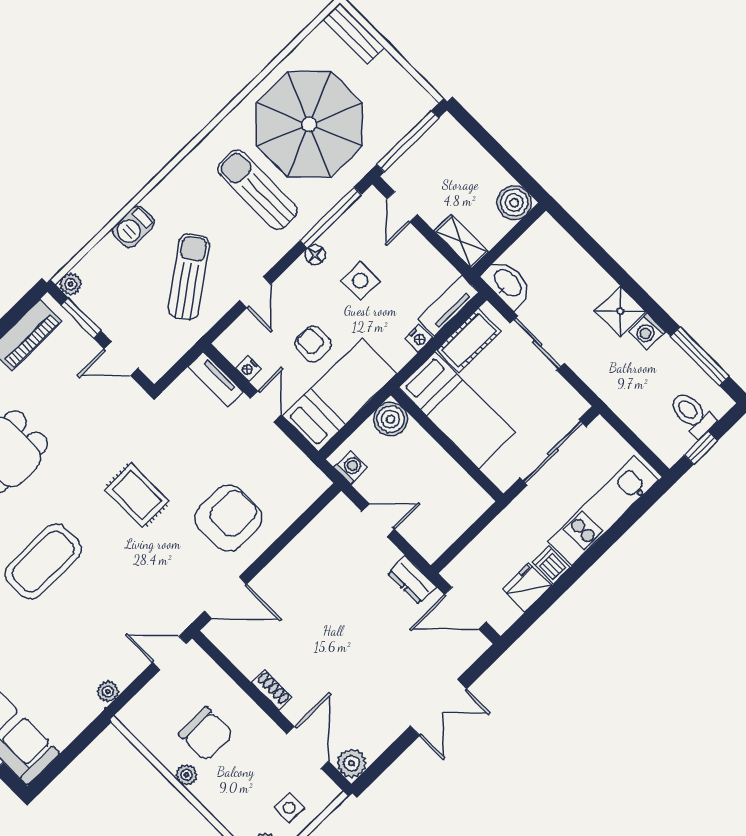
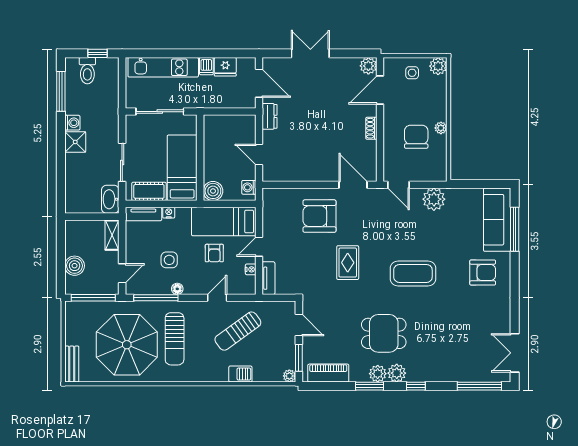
boiler: (514, 203) -> (75, 266), moved
plant: (108, 691) -> (434, 199), width x1.88, depth x1.88

